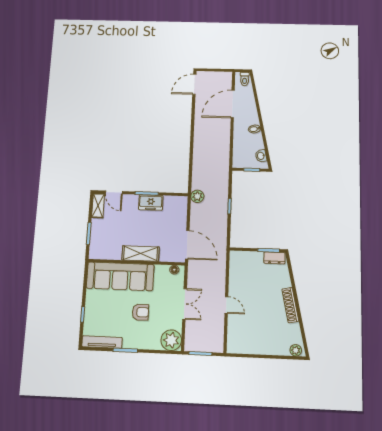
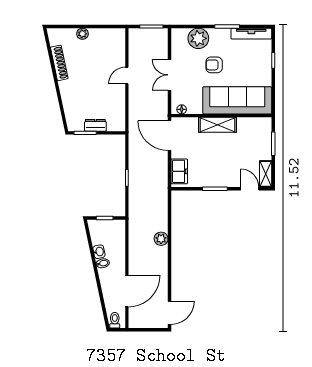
washbasin: (261, 156) -> (99, 252), moved
plant: (197, 196) -> (161, 239), moved
freezer: (151, 203) -> (179, 171), moved, turned 90
dresser: (274, 258) -> (95, 125), moved
door: (226, 305) -> (127, 76), hinge flipped
shoe rack: (290, 305) -> (59, 63), moved
plant: (171, 340) -> (198, 38), moved
plant: (296, 350) -> (82, 34), moved

